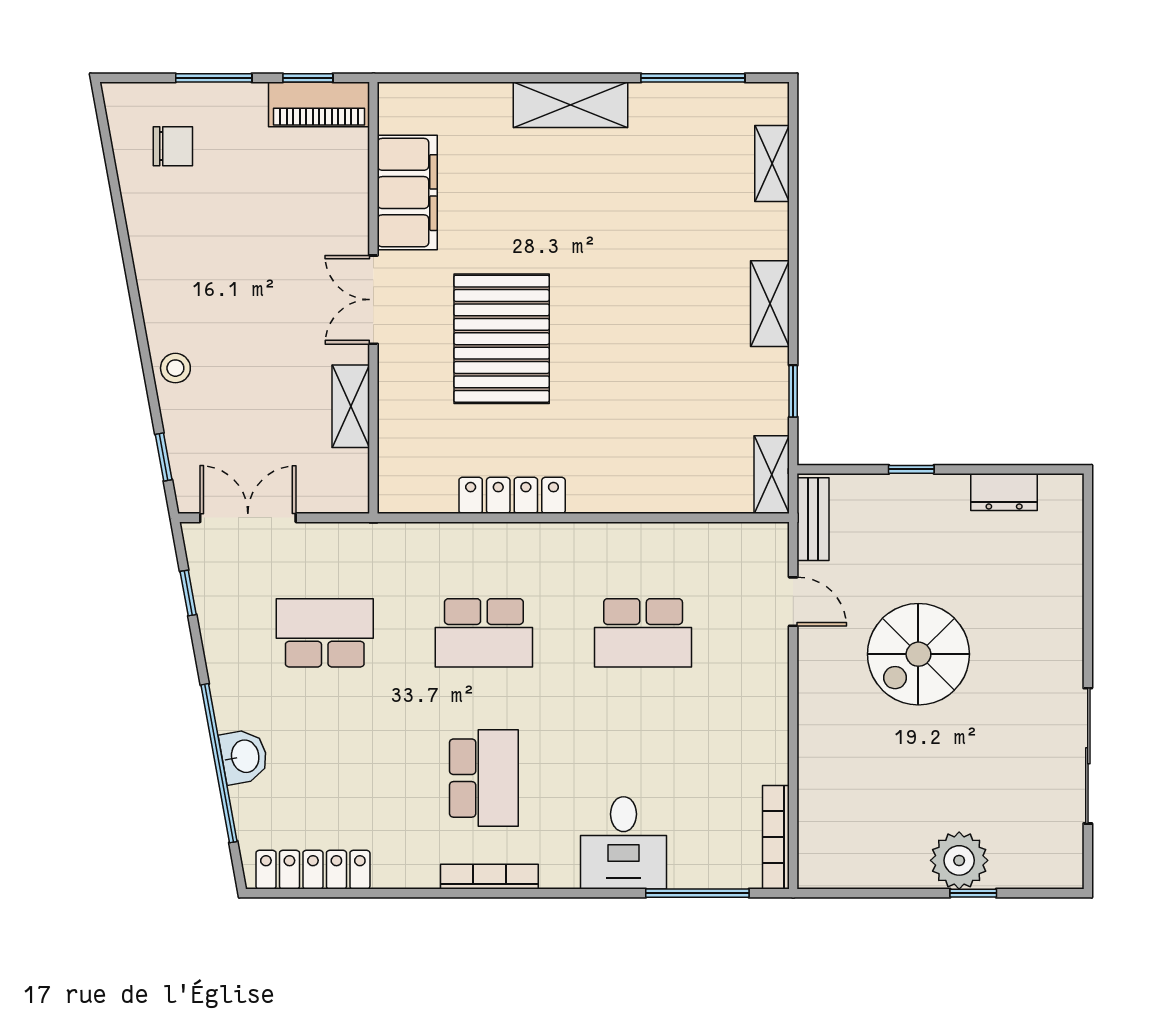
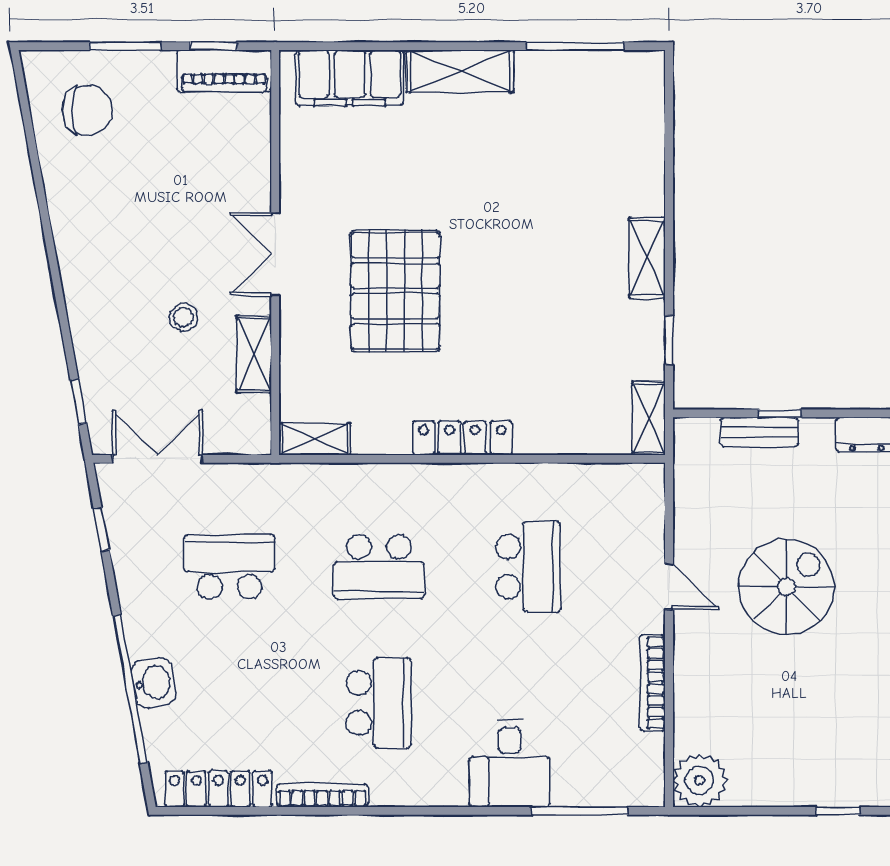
chair: (173, 146) -> (87, 110), width x1.37, depth x1.37
shelving: (772, 164) -> (315, 439), moved, turned 90
filing cabinet: (407, 193) -> (350, 78), moved, turned 90
stool: (175, 368) -> (183, 317), moved
locker: (512, 495) -> (462, 438), moved
bench: (813, 519) -> (760, 432), moved, turned 90
door: (793, 602) -> (669, 587), moved
school desk: (643, 633) -> (528, 567), turned -90
spiral stairs: (918, 654) -> (786, 587), turned 180
bookcase: (776, 837) -> (653, 683), moved
plant: (959, 860) -> (700, 780), moved
bookcase: (489, 877) -> (322, 795), moved

